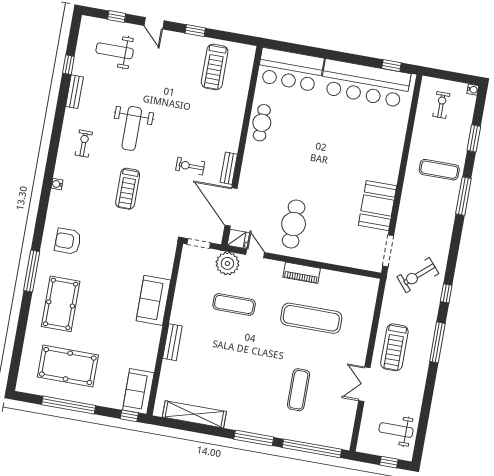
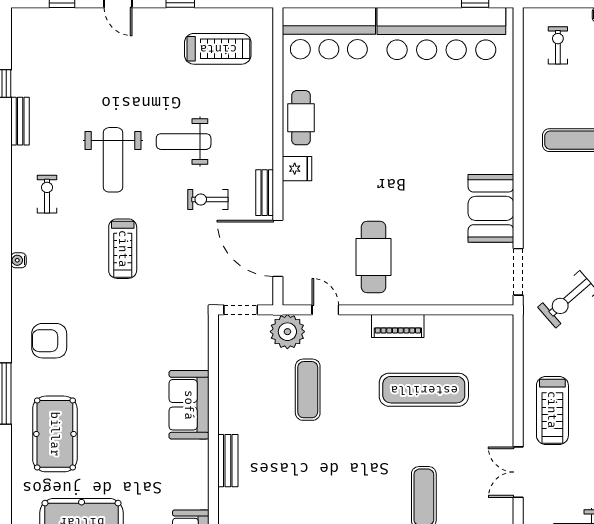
weight bench: (115, 51) -> (184, 142), moved
treadmill: (215, 67) -> (218, 49), turned -90
fridge: (238, 239) -> (297, 169), moved
exercise mat: (234, 304) -> (308, 390), turned 90

